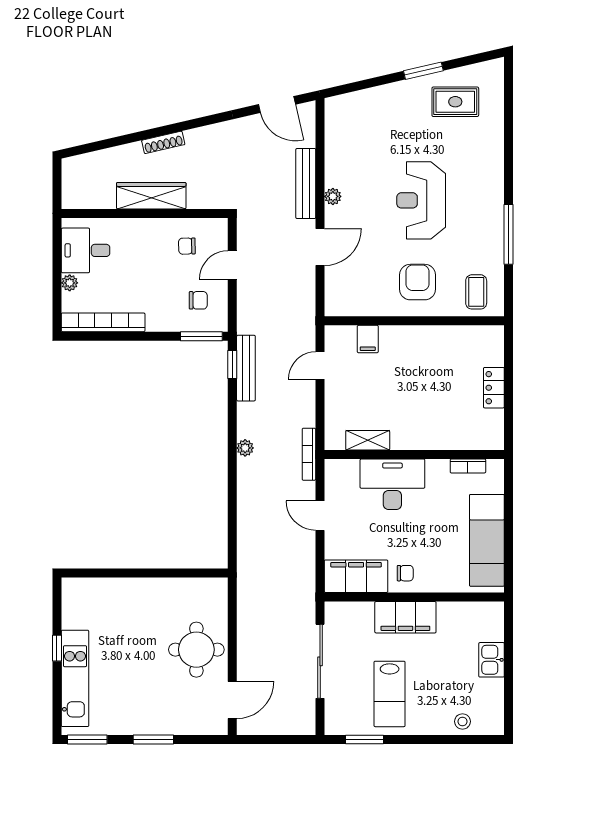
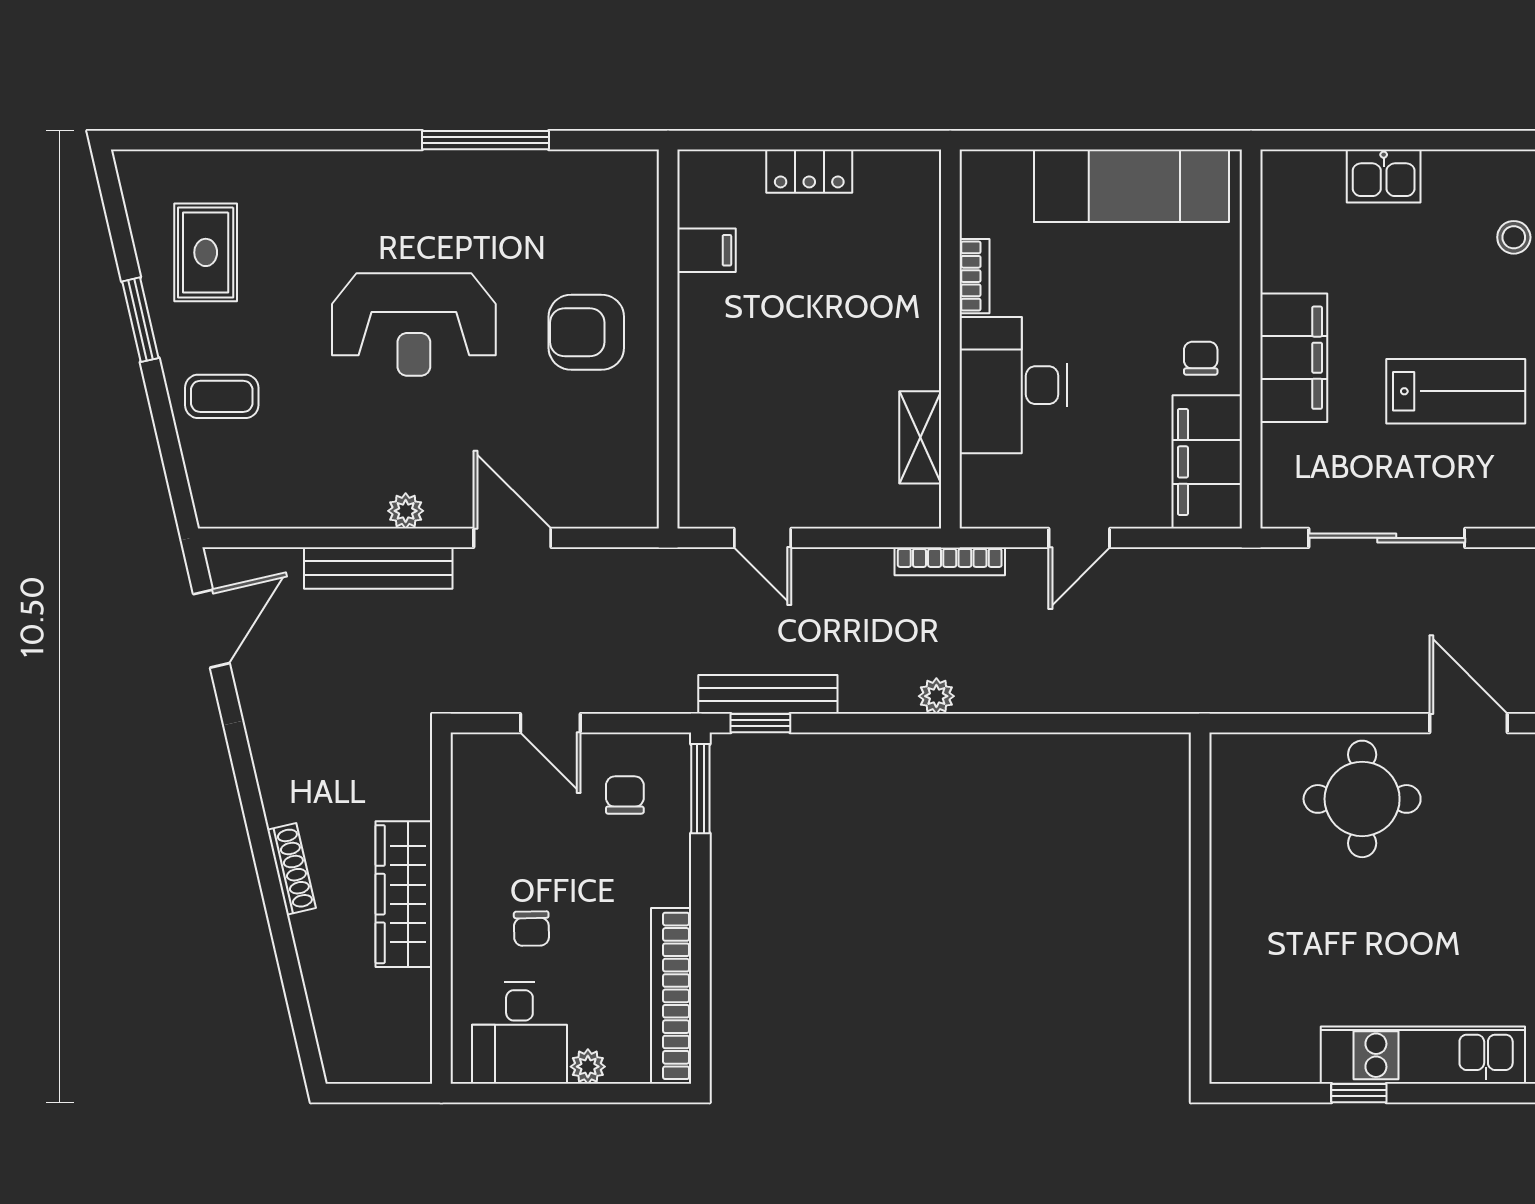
chair: (187, 246) -> (531, 929), moved
coffee table: (476, 292) -> (222, 396), moved
filing cabinet: (368, 339) -> (707, 250), moved
bookcase: (468, 466) -> (974, 276), moved

